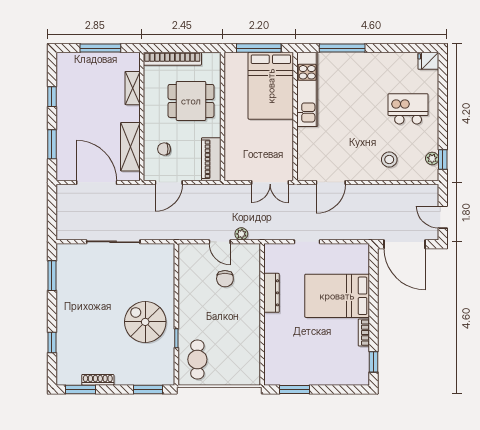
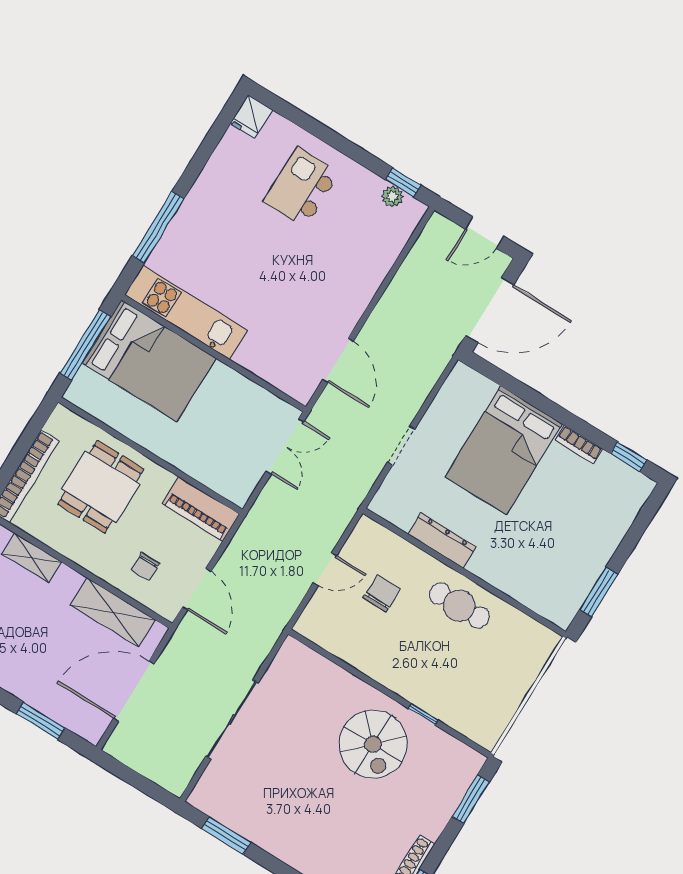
stool: (389, 160) -> (357, 258), removed
plant: (241, 234) -> (333, 532), removed
chair: (225, 279) -> (382, 594), turned -90
spiral stairs: (145, 322) -> (373, 744), turned -90
cafe table: (197, 359) -> (459, 606), moved

